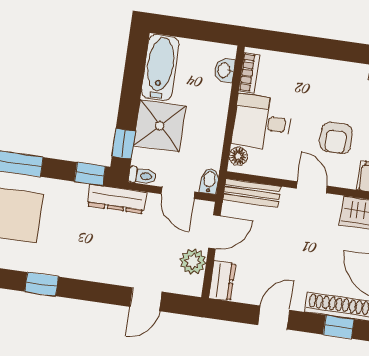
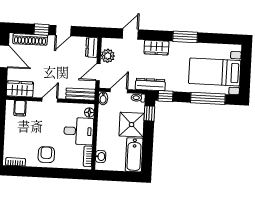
armchair: (336, 138) -> (46, 155), moved
door: (312, 187) -> (50, 100), swing flipped
door: (178, 193) -> (119, 91), hinge flipped
wardrobe: (98, 269) -> (156, 47), added
window: (42, 284) -> (185, 37), width x1.50
window: (339, 327) -> (41, 30), moved

